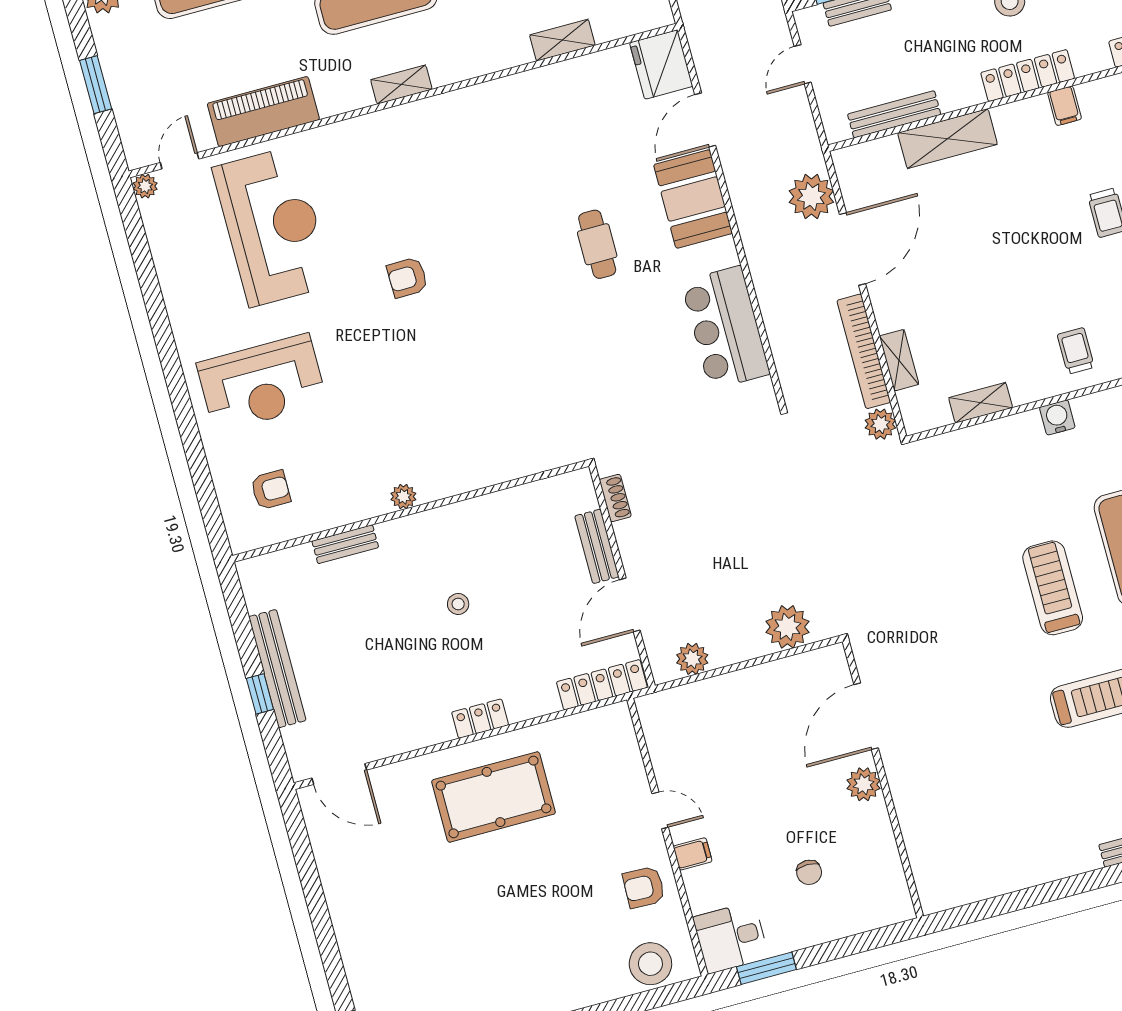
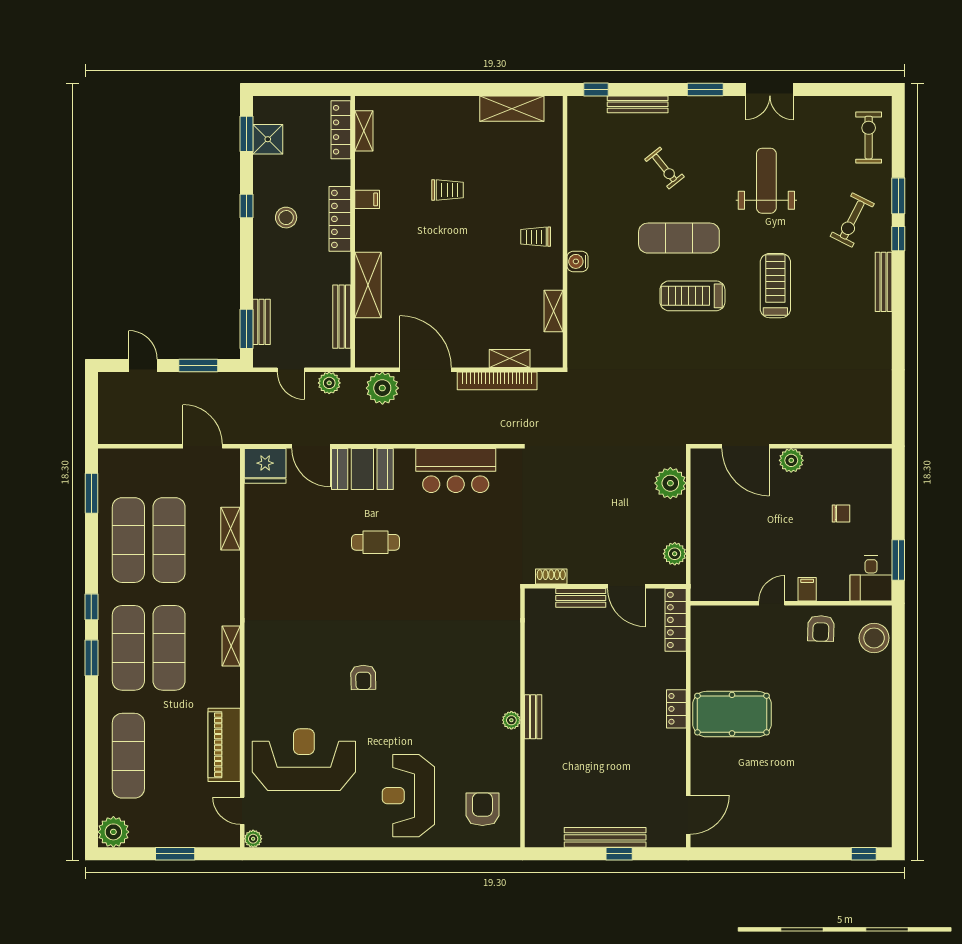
reception desk: (262, 383) -> (408, 796), turned 180
plant: (880, 424) -> (329, 383), moved
armchair: (271, 490) -> (482, 809), width x1.38, depth x1.38
bench: (345, 544) -> (533, 717), moved
stool: (458, 604) -> (594, 703), removed
pool table: (494, 797) -> (732, 714), turned 90

